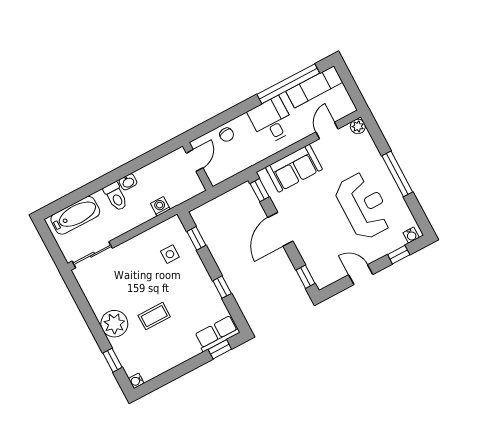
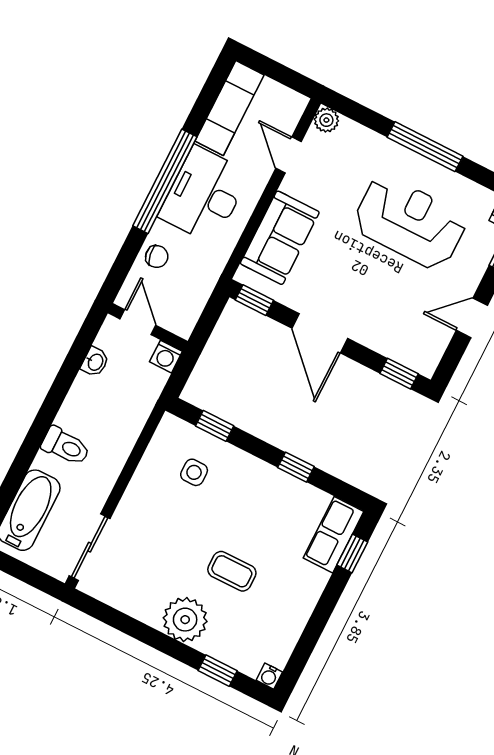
window: (288, 84) -> (165, 181), moved
desk: (272, 121) -> (204, 195), width x1.37
washbasin: (128, 182) -> (95, 362), moved
washing machine: (160, 206) -> (166, 357), moved, turned -90
coffee table: (154, 316) -> (232, 571), turned 90

